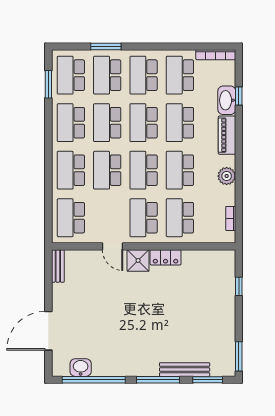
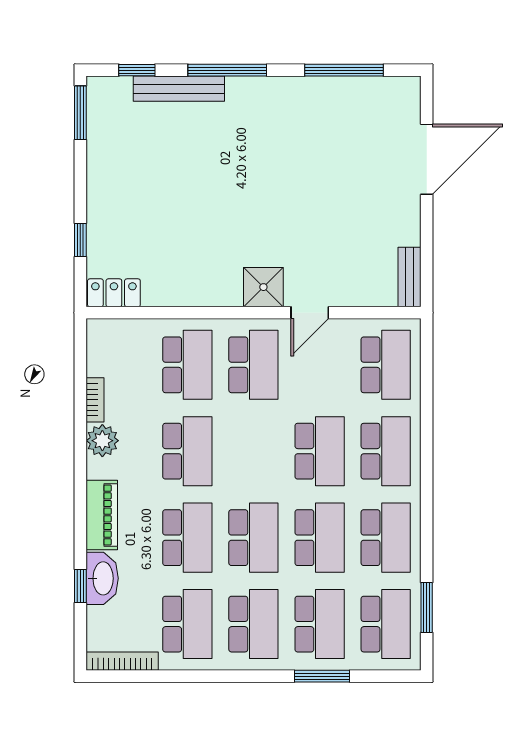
school desk: (144, 170) -> (253, 451), removed
bookcase: (231, 218) -> (95, 400), moved
door: (113, 246) -> (310, 313), swing flipped
locker: (166, 257) -> (114, 293), moved
washbasin: (81, 368) -> (368, 92), removed
window: (94, 380) -> (344, 70), width x0.68
window: (208, 380) -> (137, 70), width x0.67

